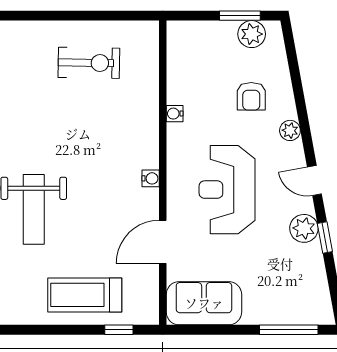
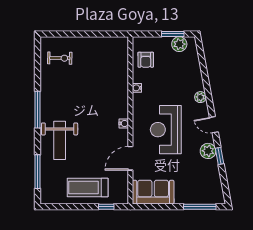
exercise bike: (89, 63) -> (60, 58), moved, width x0.73, depth x0.72
armchair: (251, 96) -> (146, 60), moved

